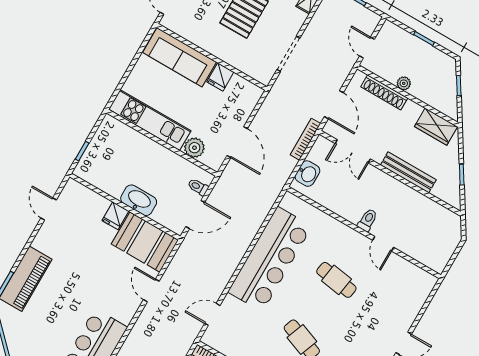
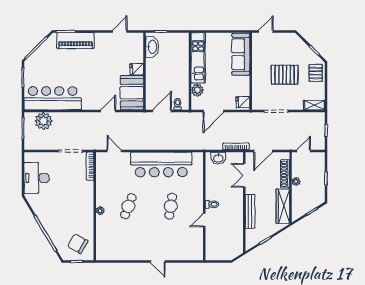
fridge: (220, 77) -> (243, 102), moved
wardrobe: (436, 127) -> (283, 206), width x1.50
washbasin: (139, 200) -> (152, 47), moved
door: (195, 215) -> (162, 111), swing flipped

